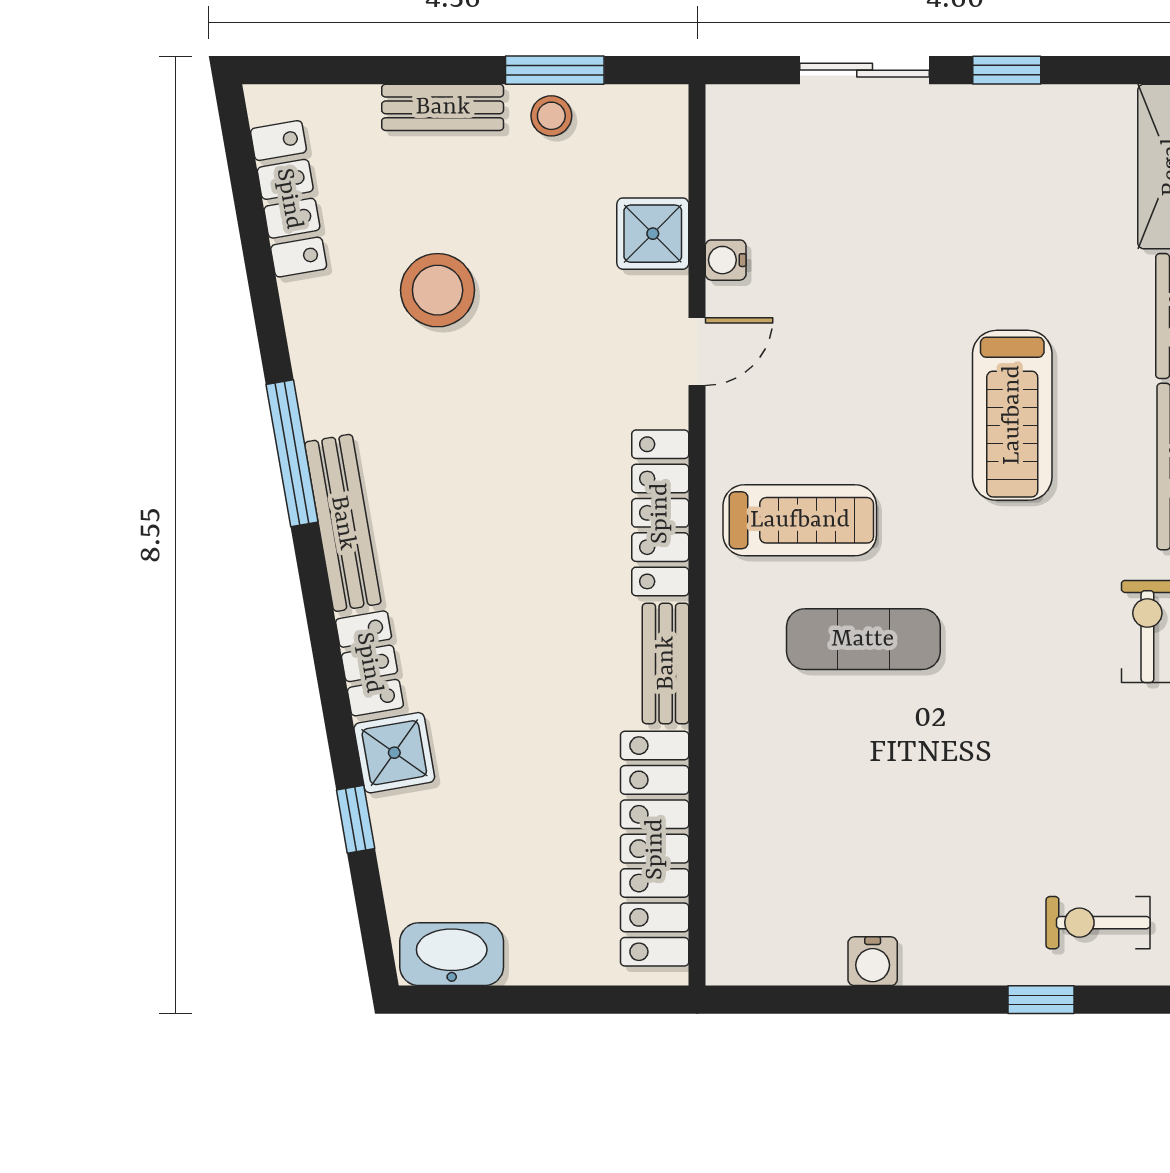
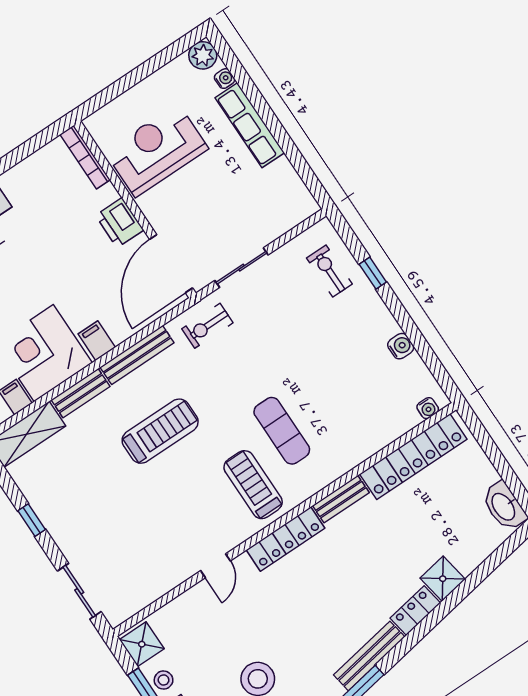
sliding door: (865, 70) -> (79, 591), moved
shower: (653, 234) -> (142, 644), moved
water cooler: (726, 260) -> (428, 408), moved
door: (697, 352) -> (216, 566), swing flipped
window: (356, 819) -> (477, 576), removed
exercise bike: (1098, 923) -> (329, 271), turned 180

